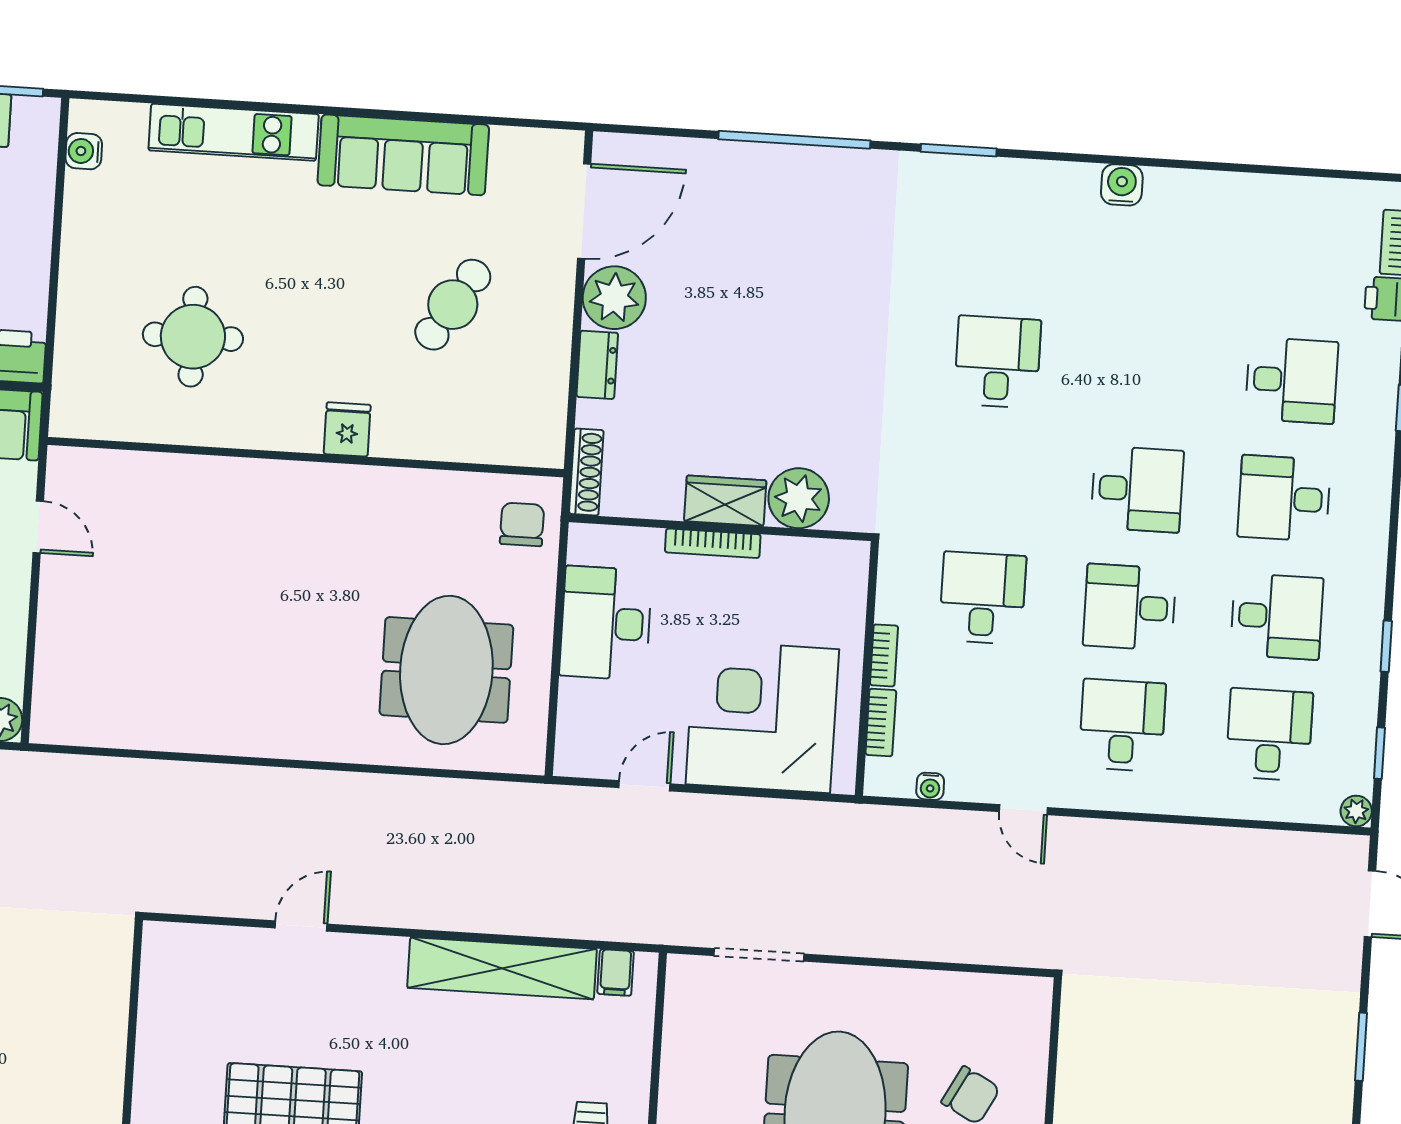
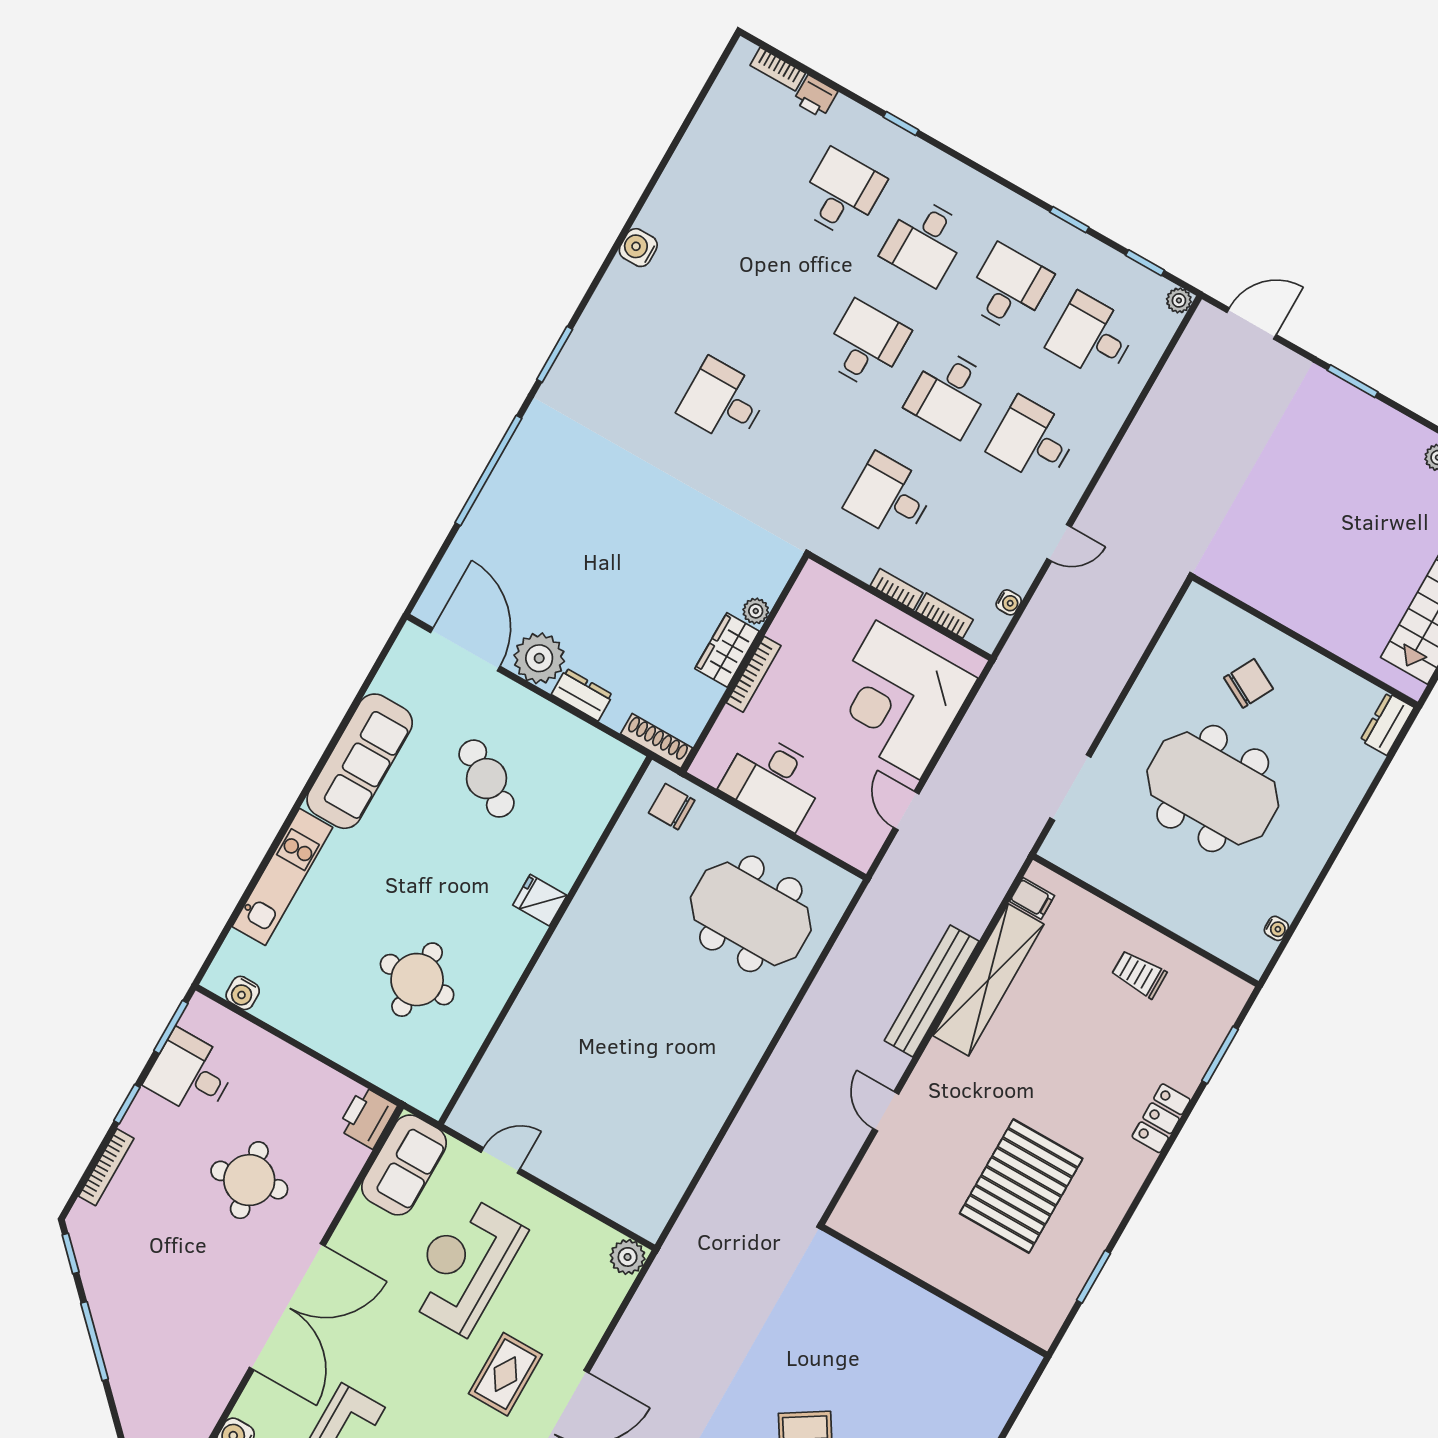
plant: (799, 498) -> (756, 611), width x0.53, depth x0.53
bench: (459, 911) -> (932, 991), added

